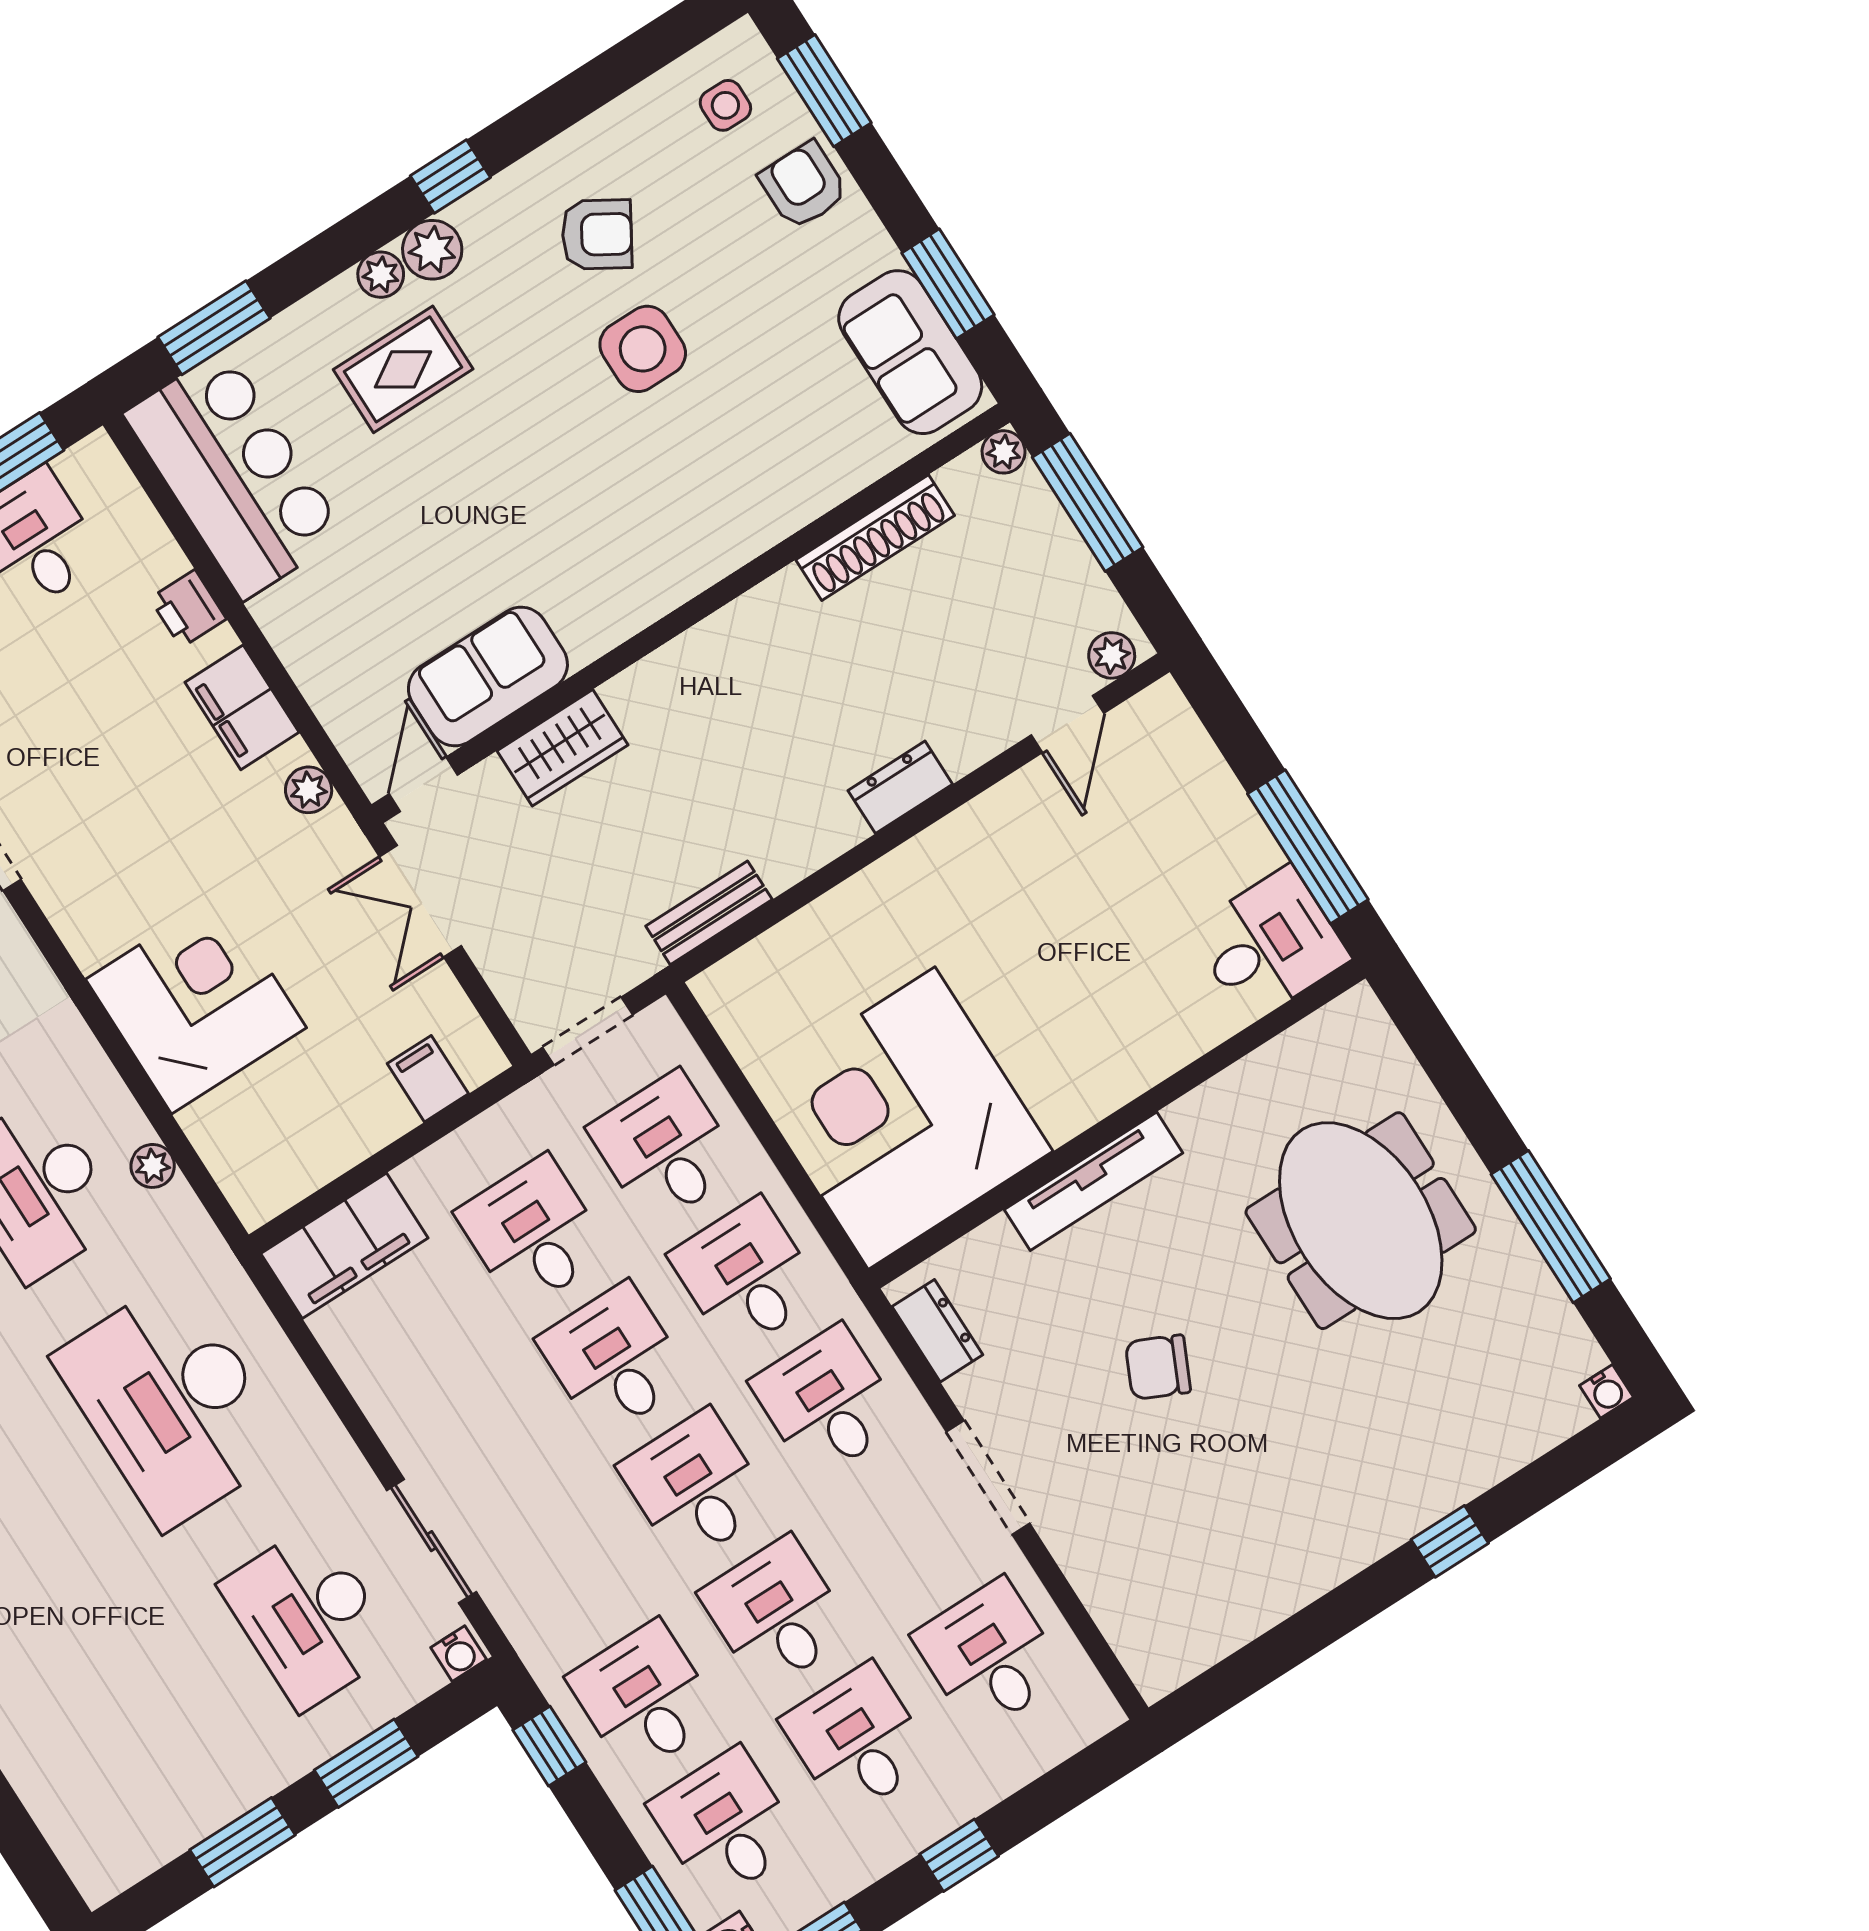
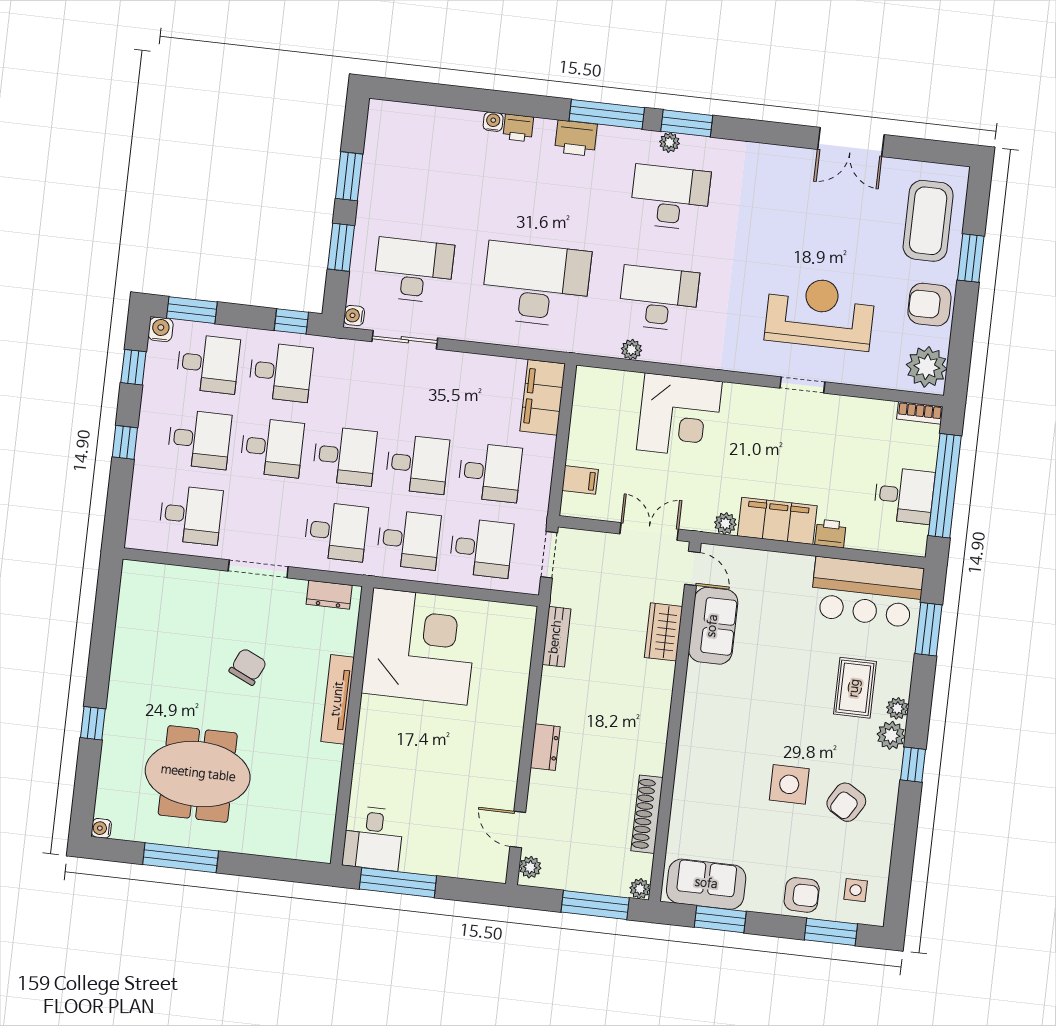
filing cabinet: (242, 707) -> (777, 521), width x1.50, depth x1.17
meeting table: (1361, 1221) -> (198, 774), moved

